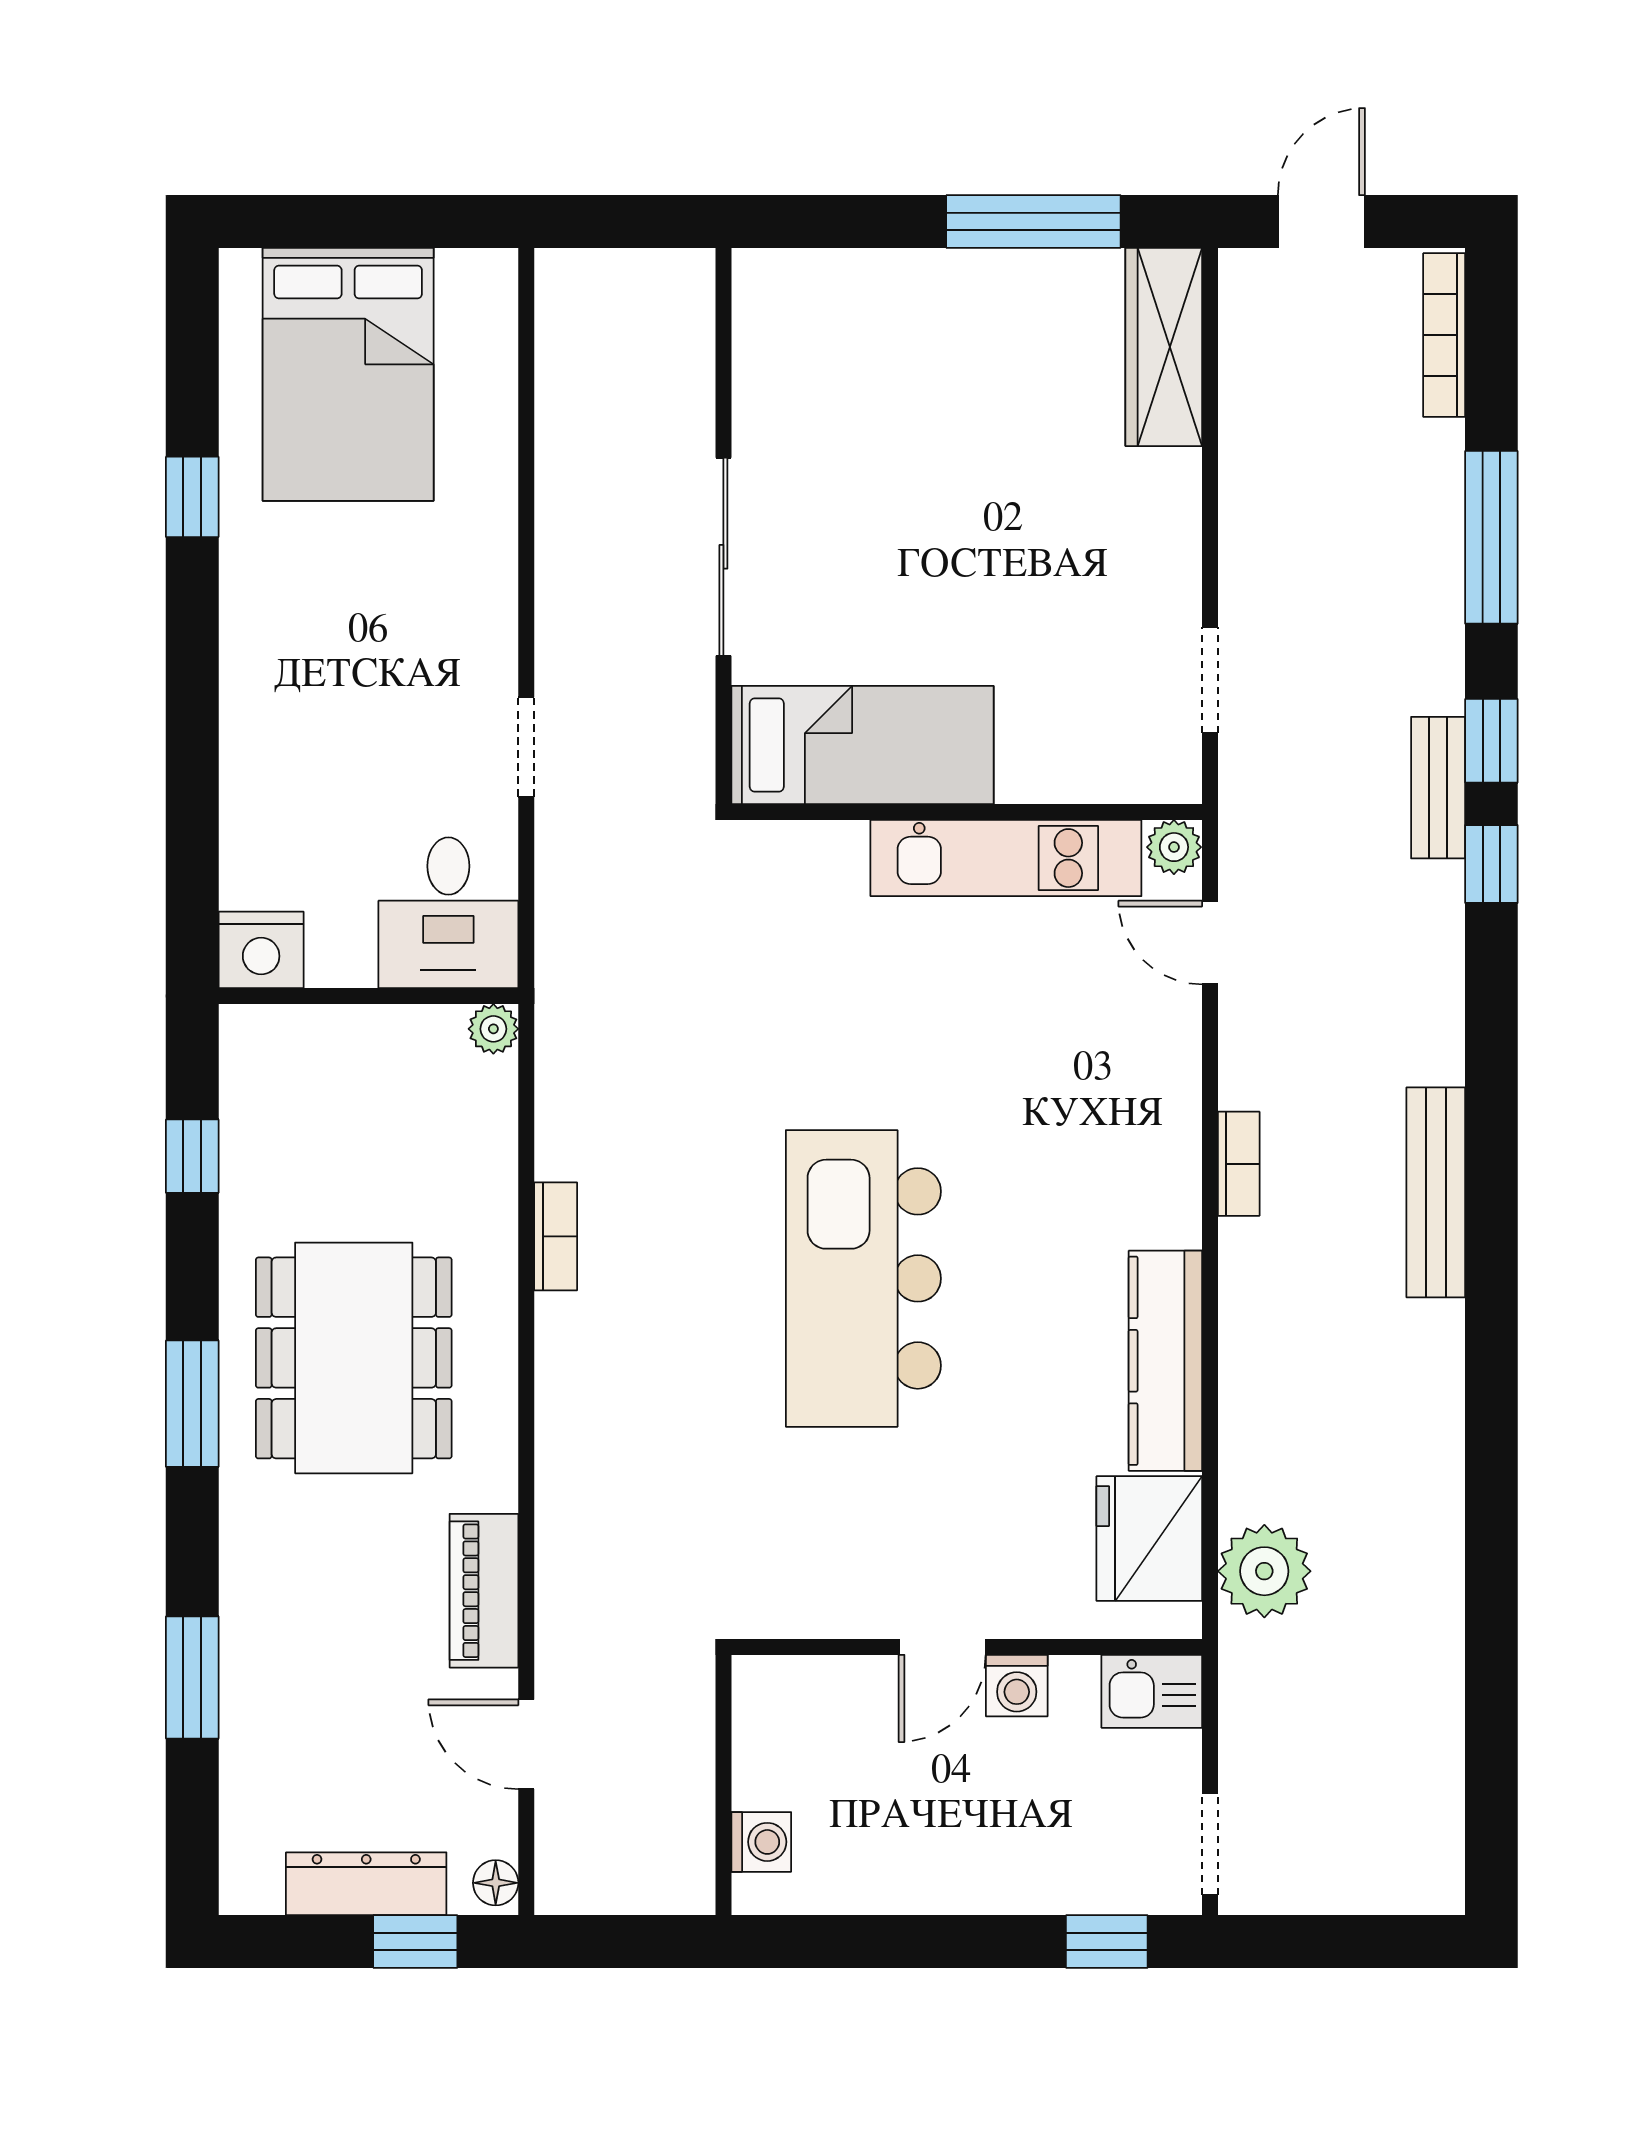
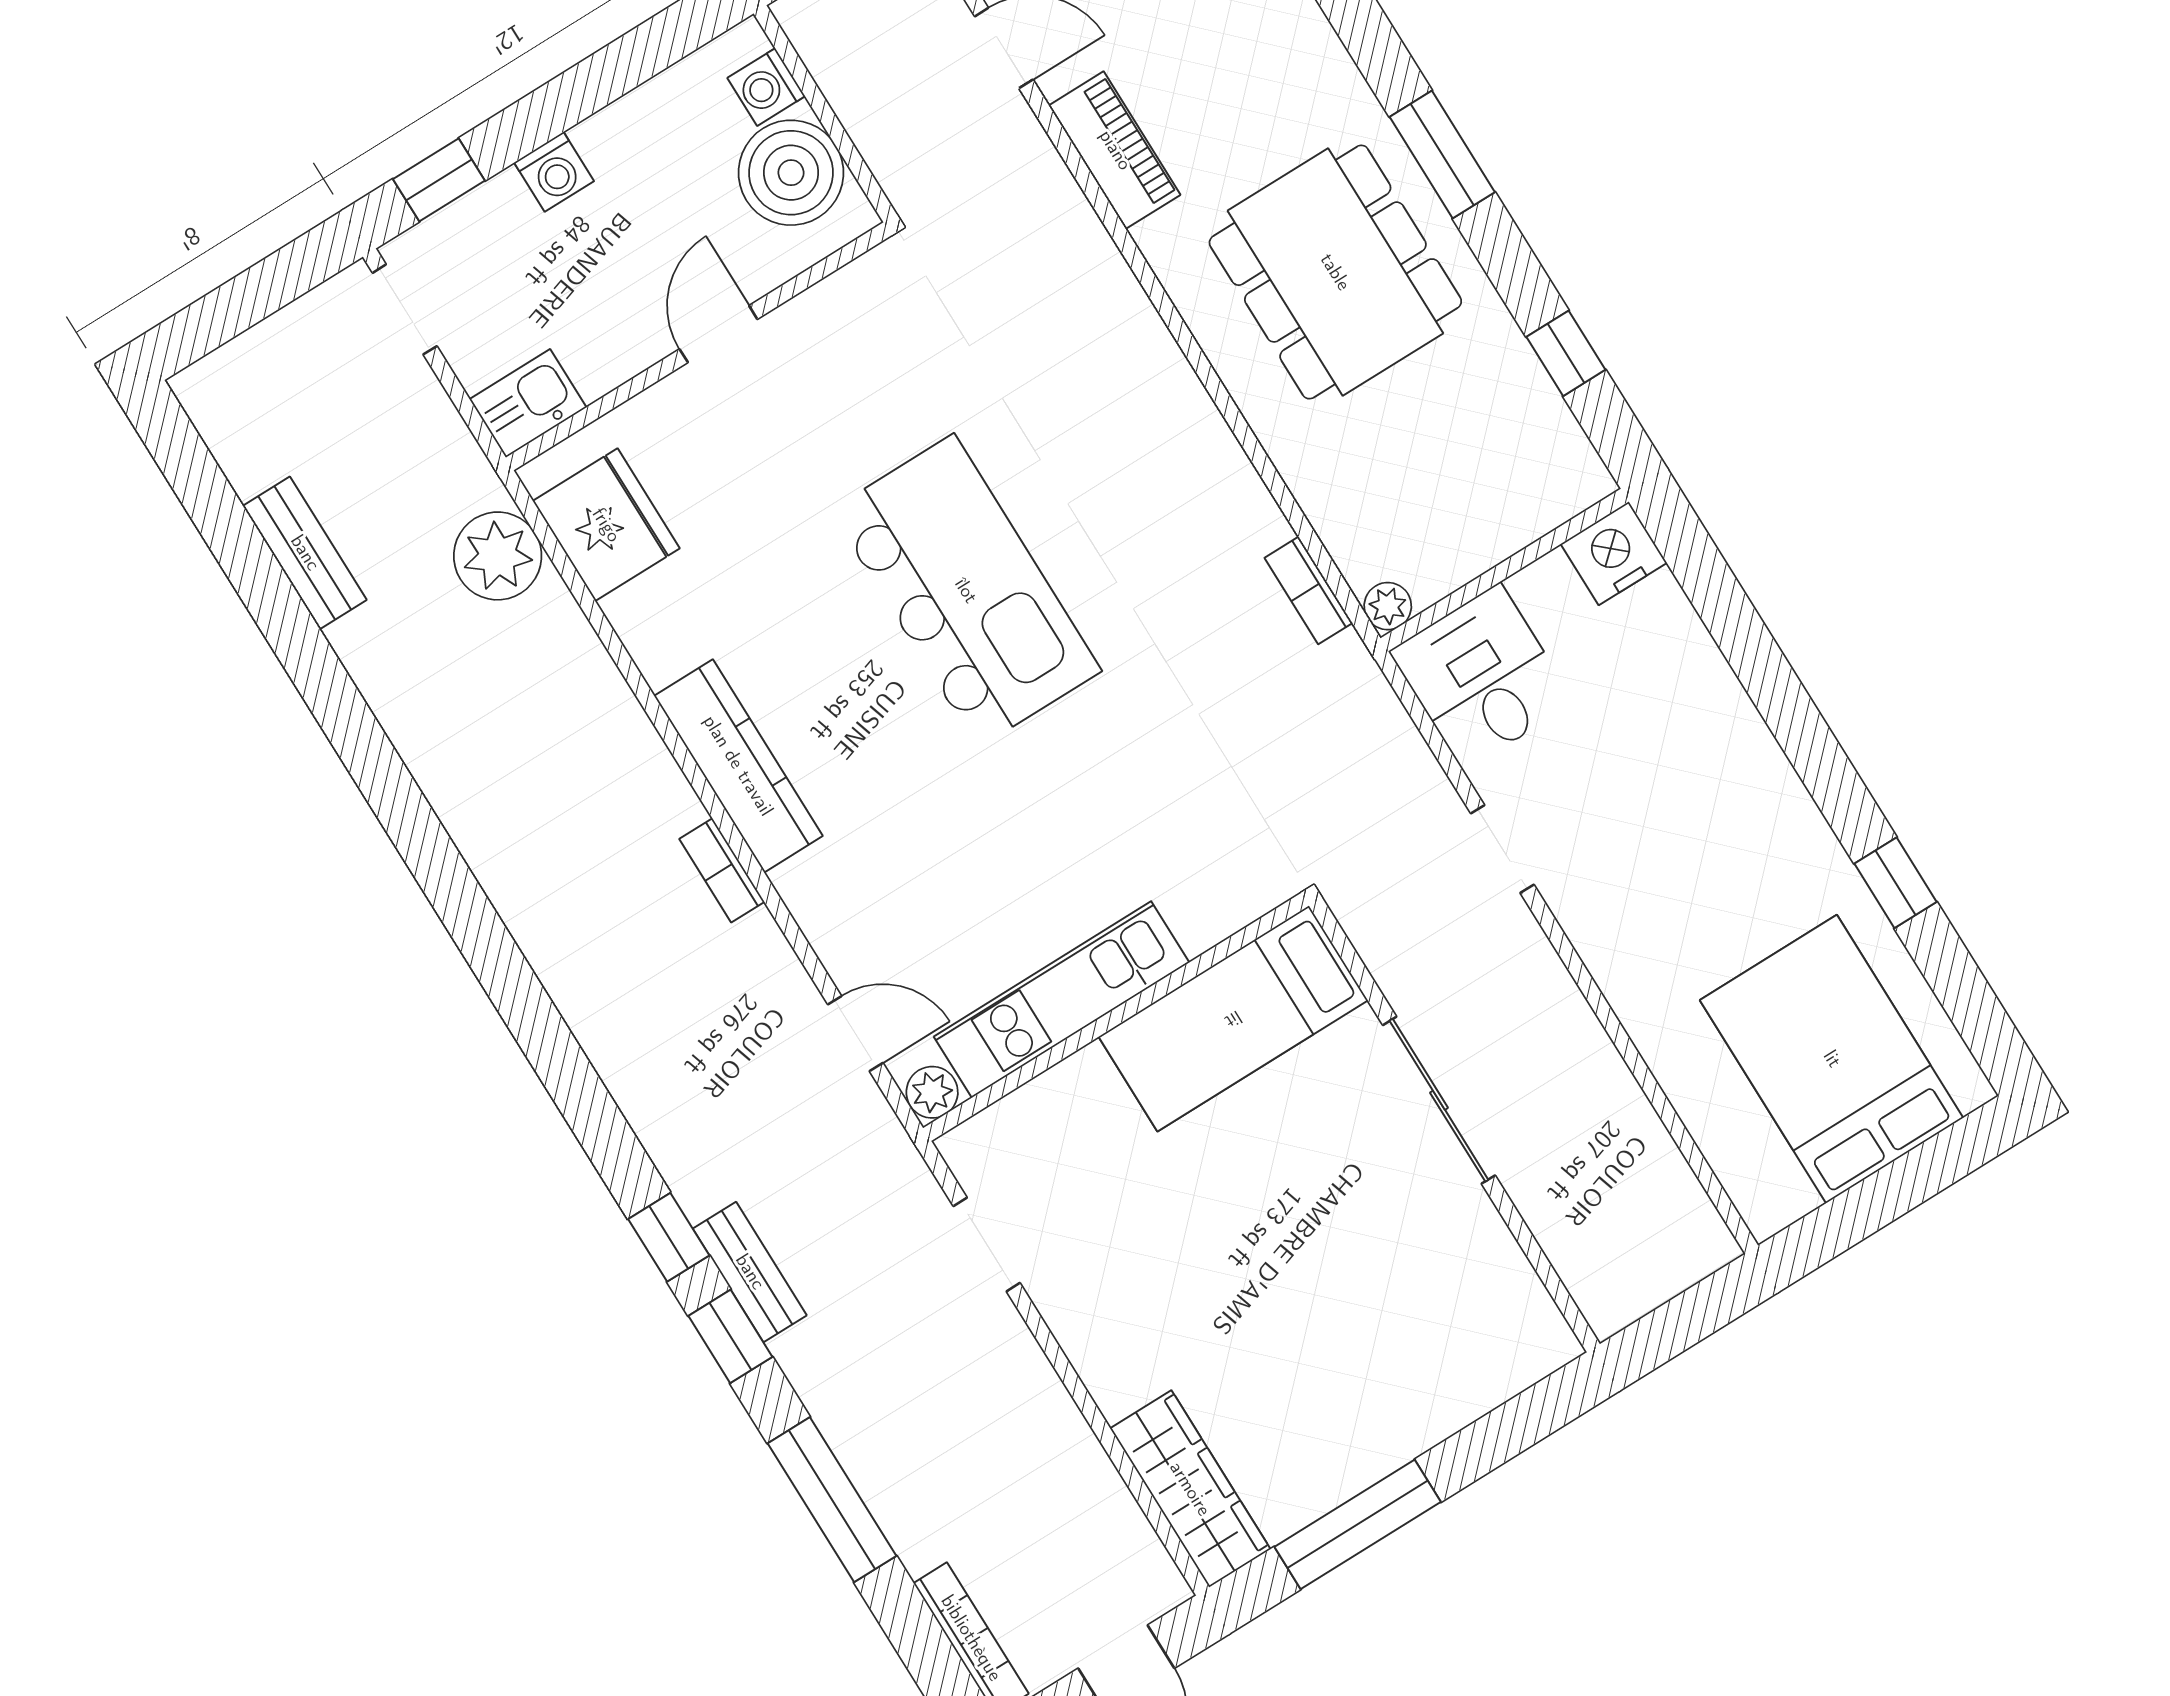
bench: (1436, 1192) -> (305, 553), moved, width x0.73
bookcase: (556, 1236) -> (1309, 590), moved
kitchen counter: (1165, 1361) -> (738, 766), moved
washing machine: (1017, 1686) -> (554, 172), moved, turned 180
boiler: (787, 1751) -> (791, 173), added

